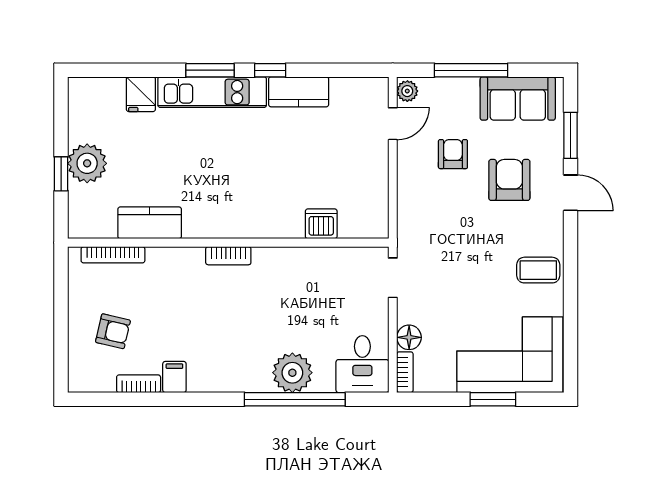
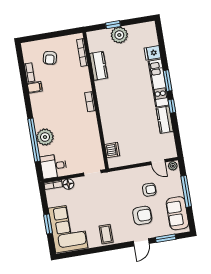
dishwasher: (321, 224) -> (112, 150), moved

